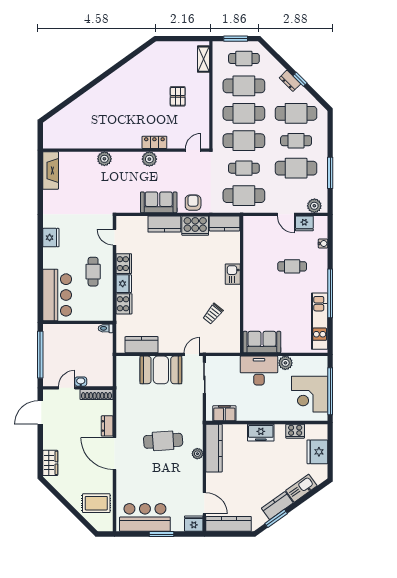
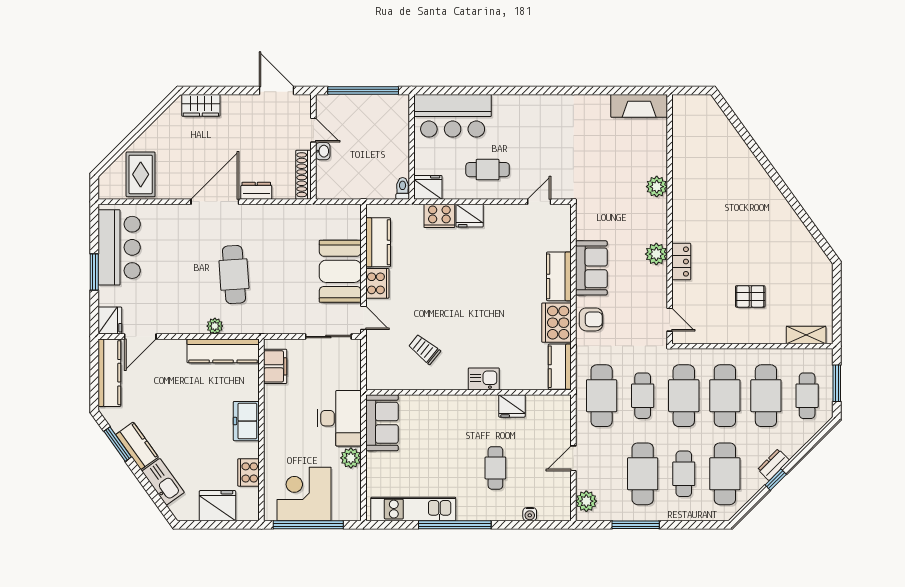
fridge: (304, 223) -> (512, 406), moved, turned -90
fridge: (51, 238) -> (428, 187), moved, turned 180
cooker: (124, 264) -> (377, 283), moved, turned -90

